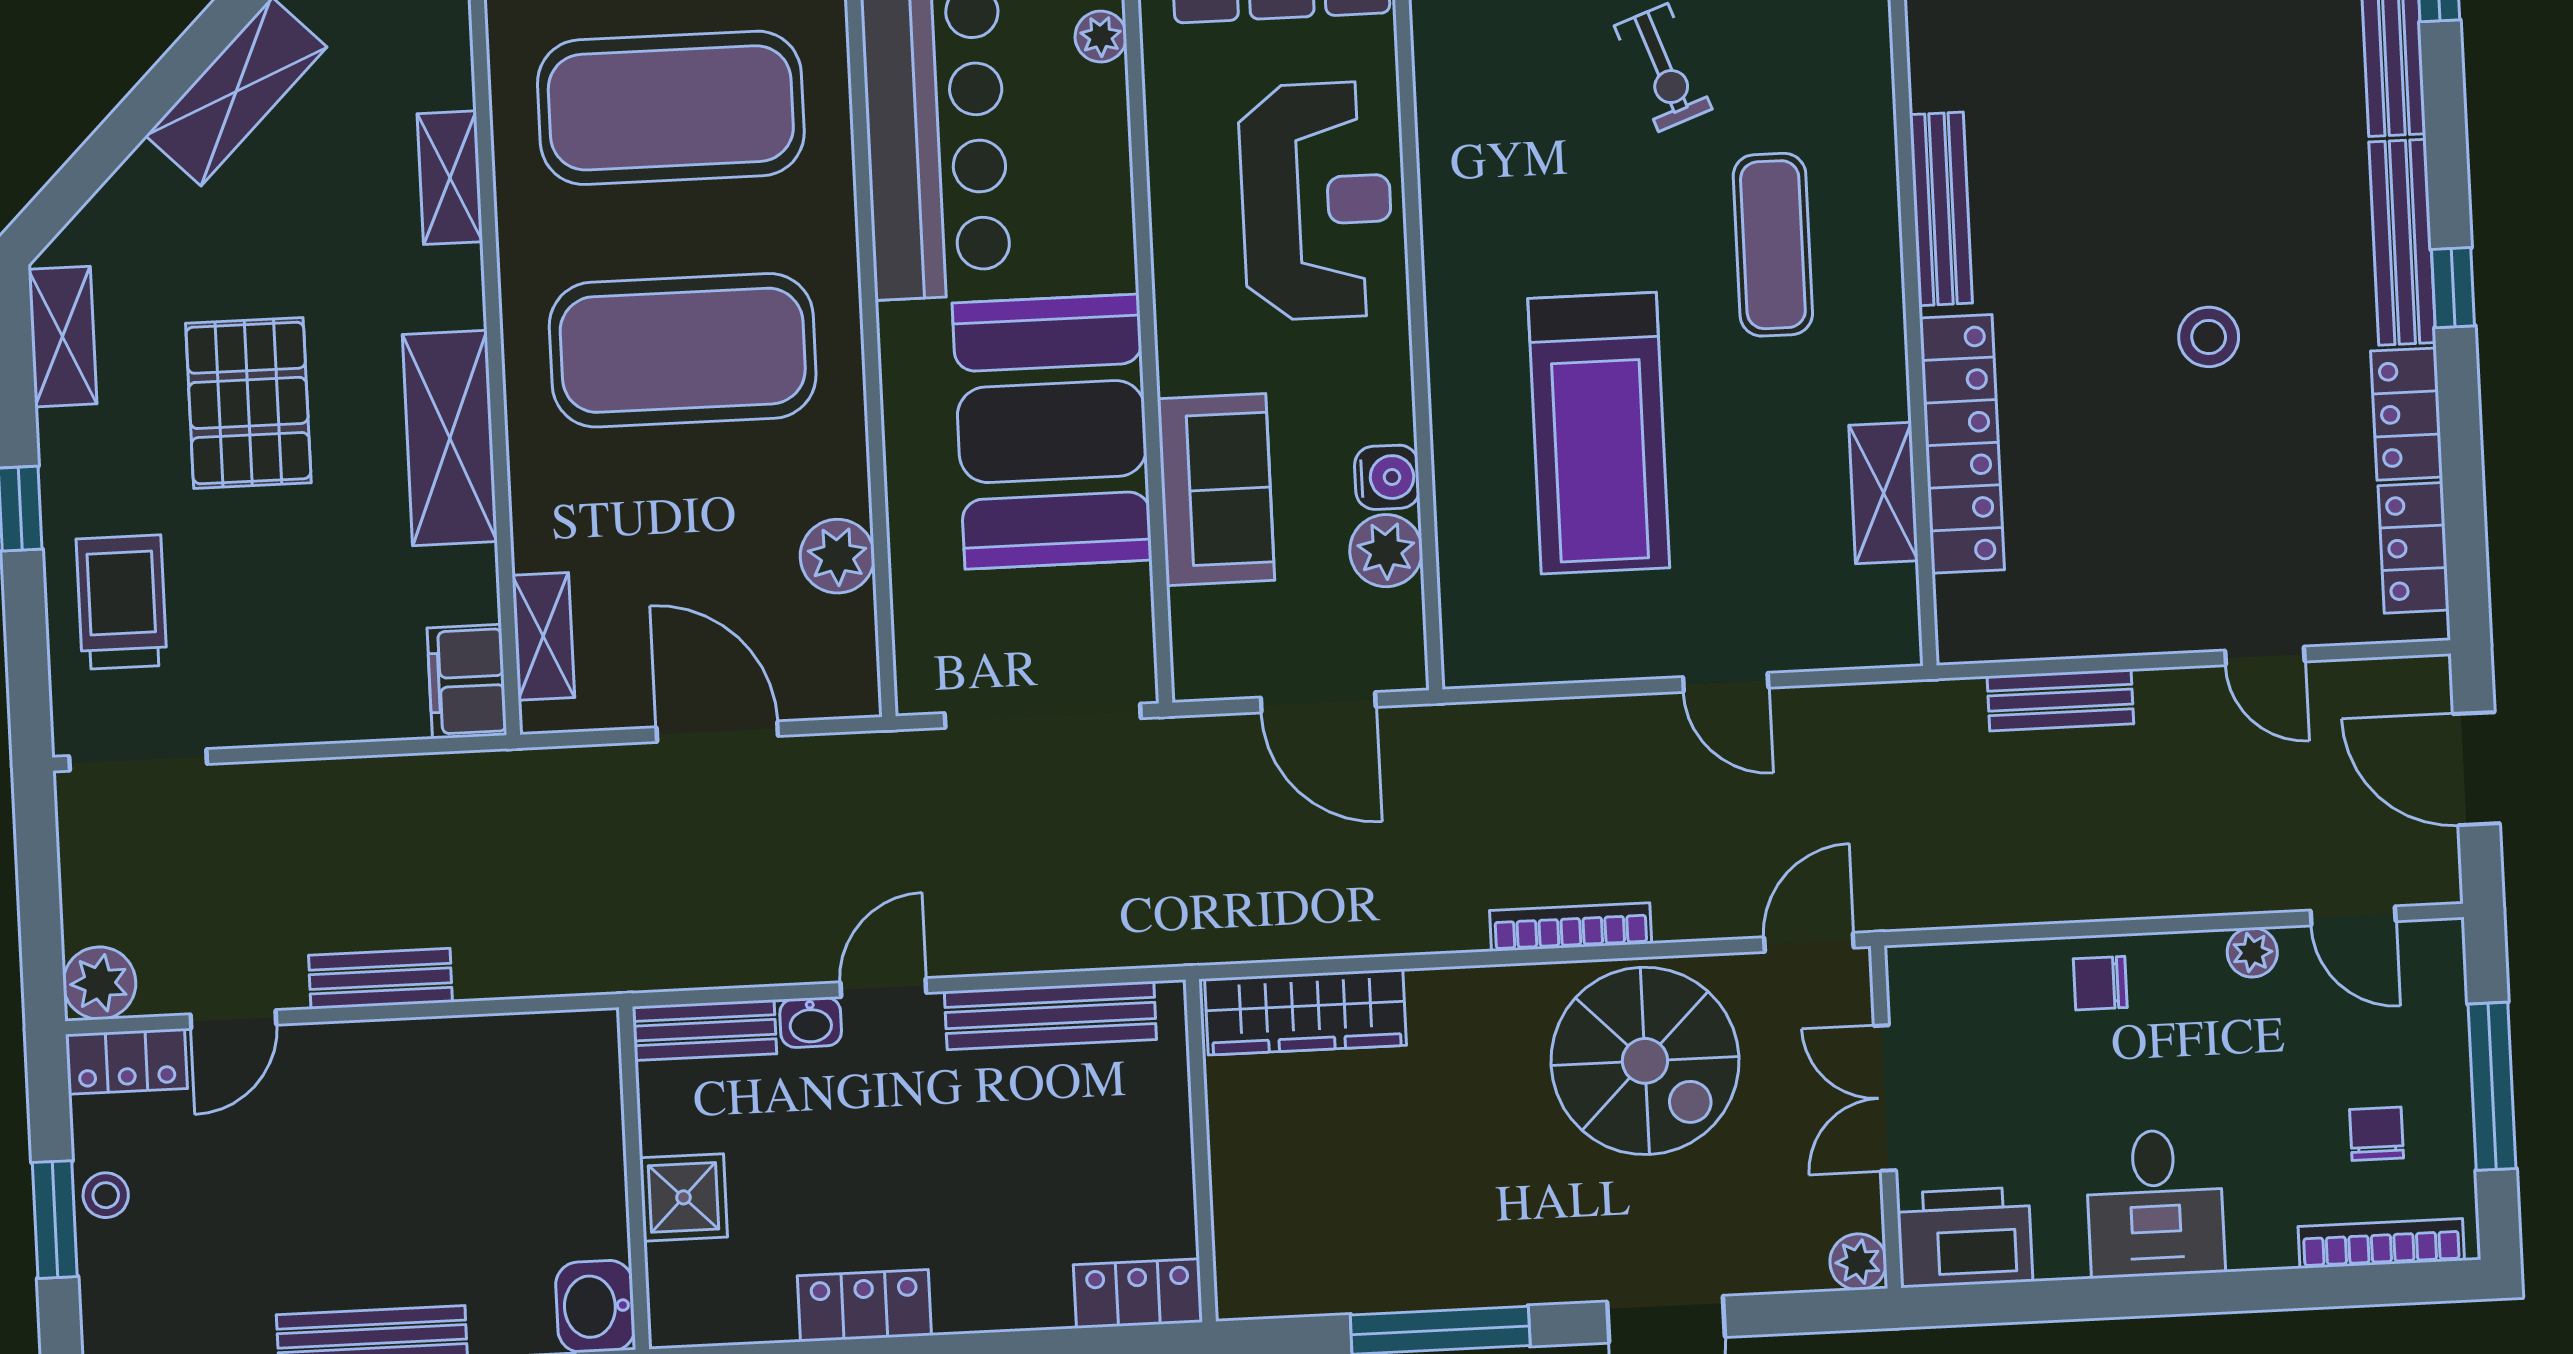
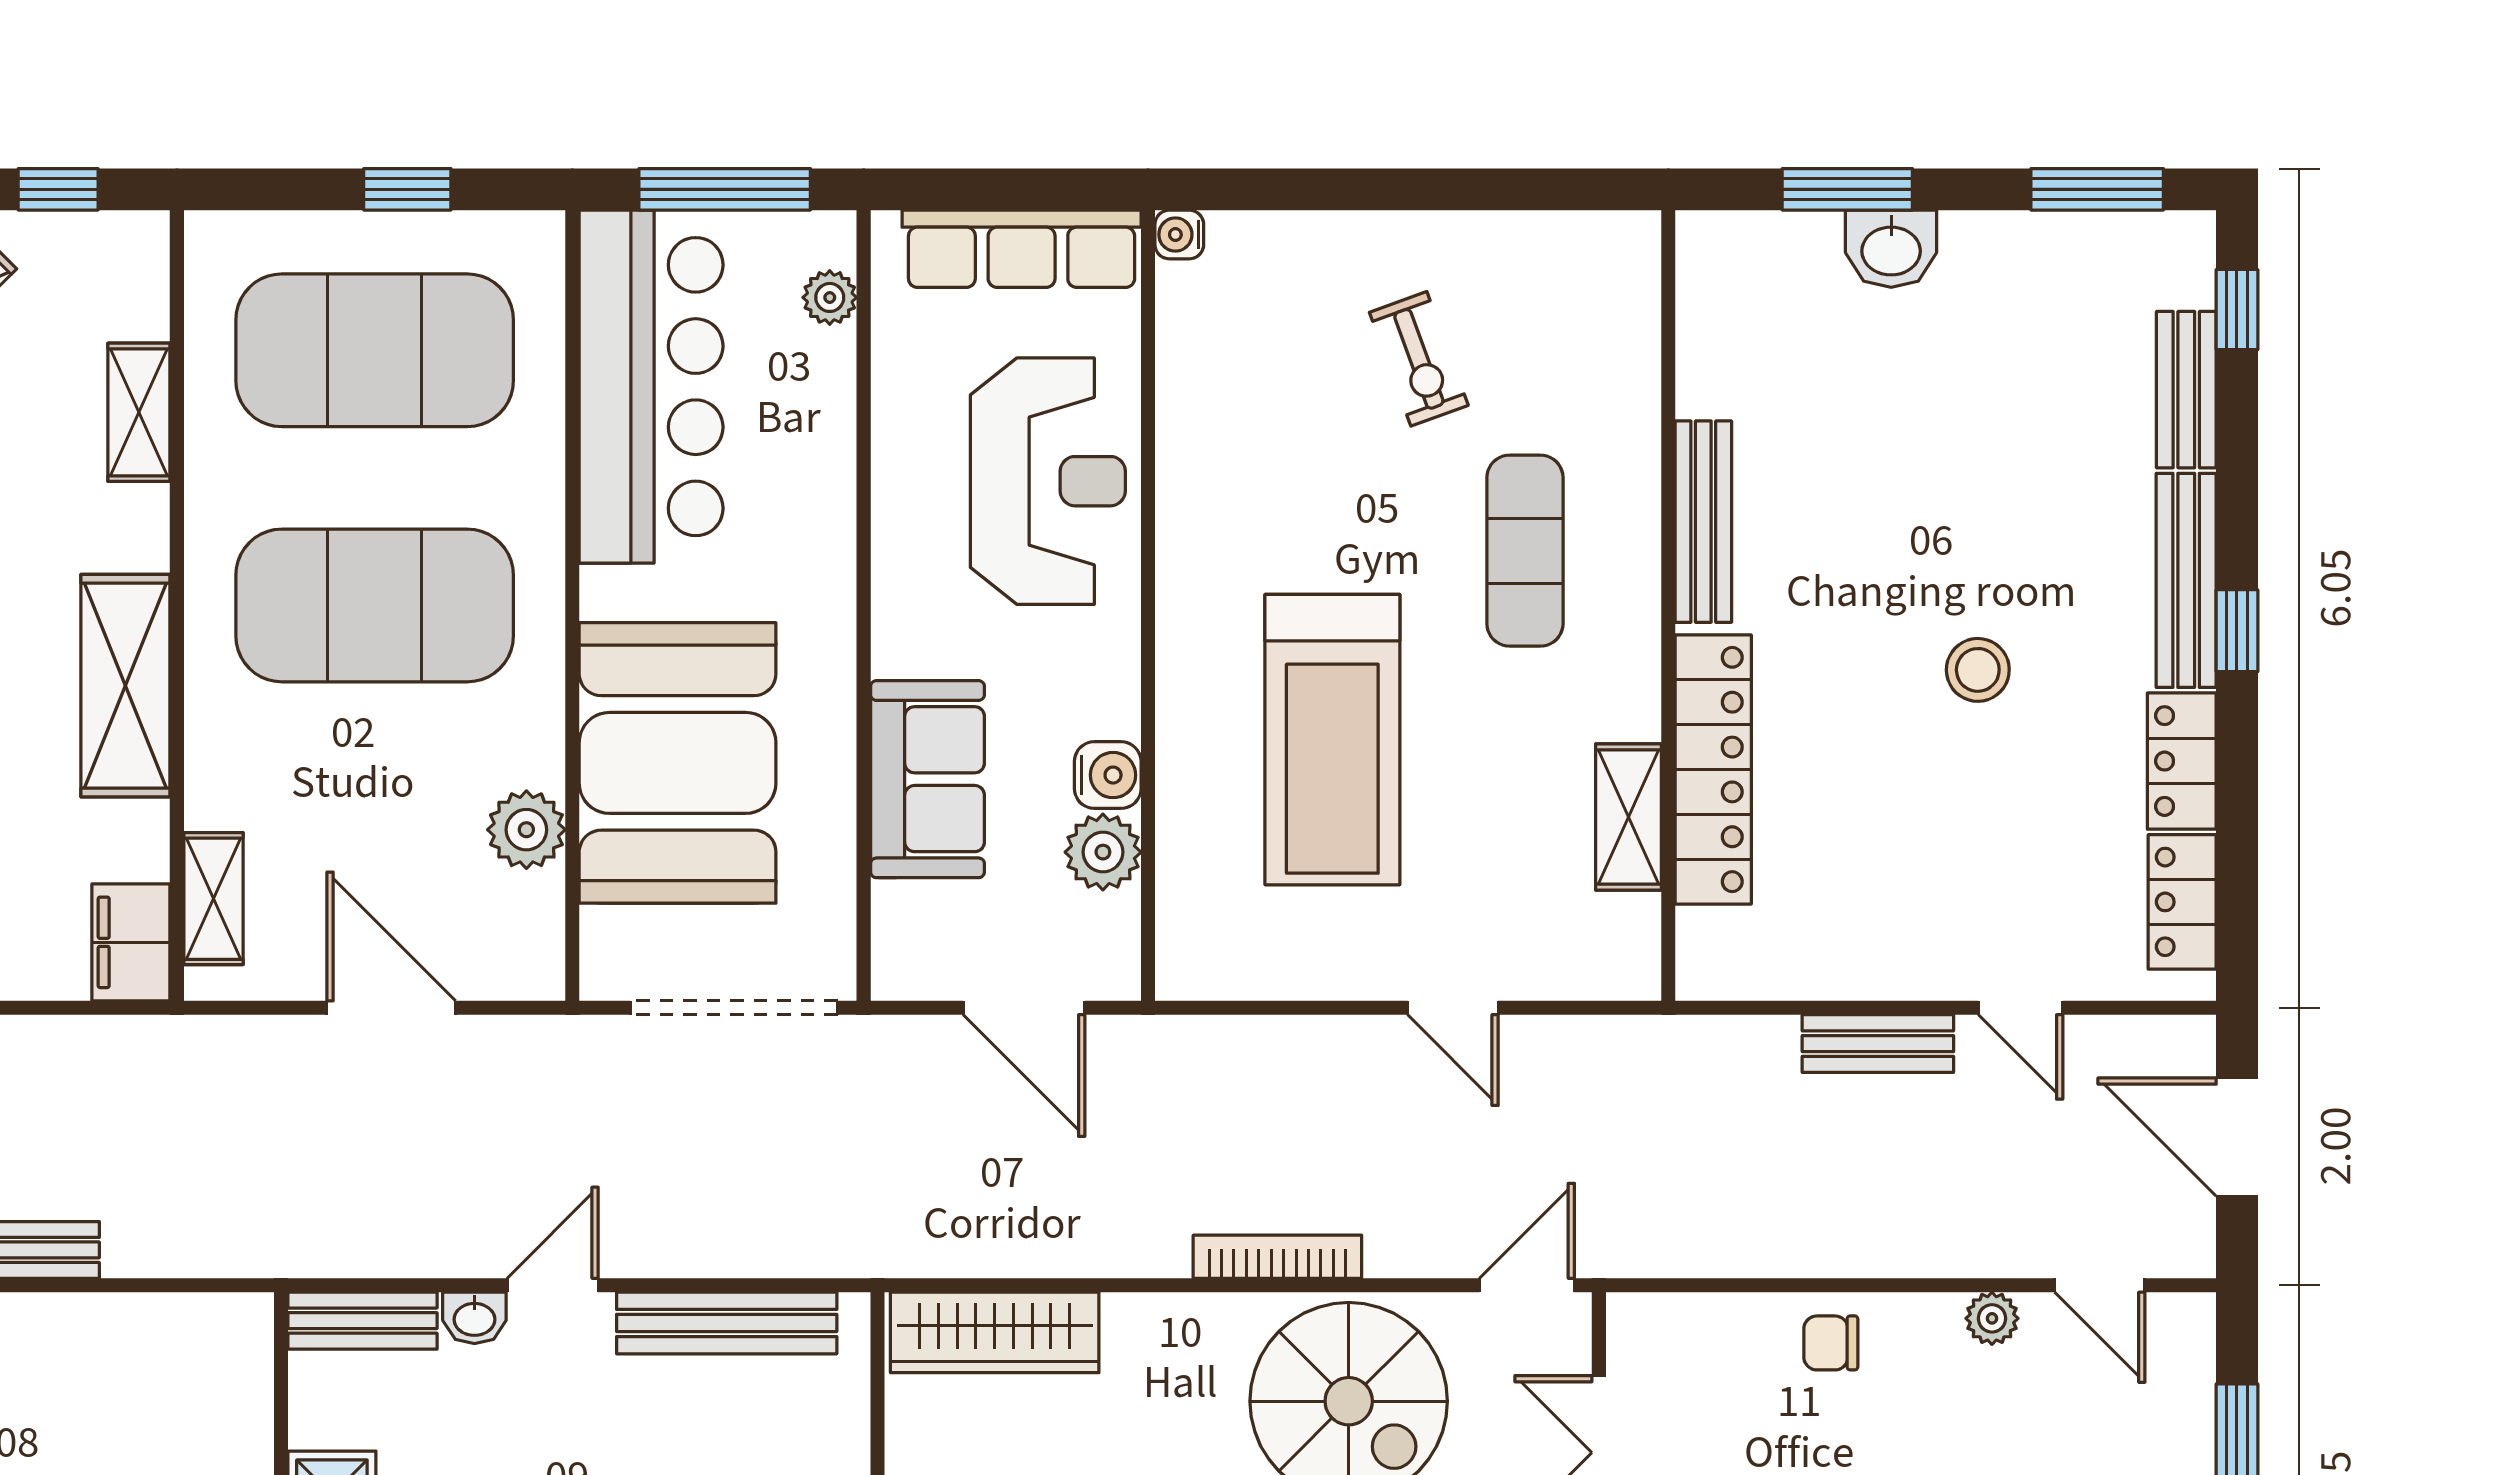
booth: (1052, 432) -> (678, 763), moved
bench: (2060, 700) -> (1878, 1044), moved

